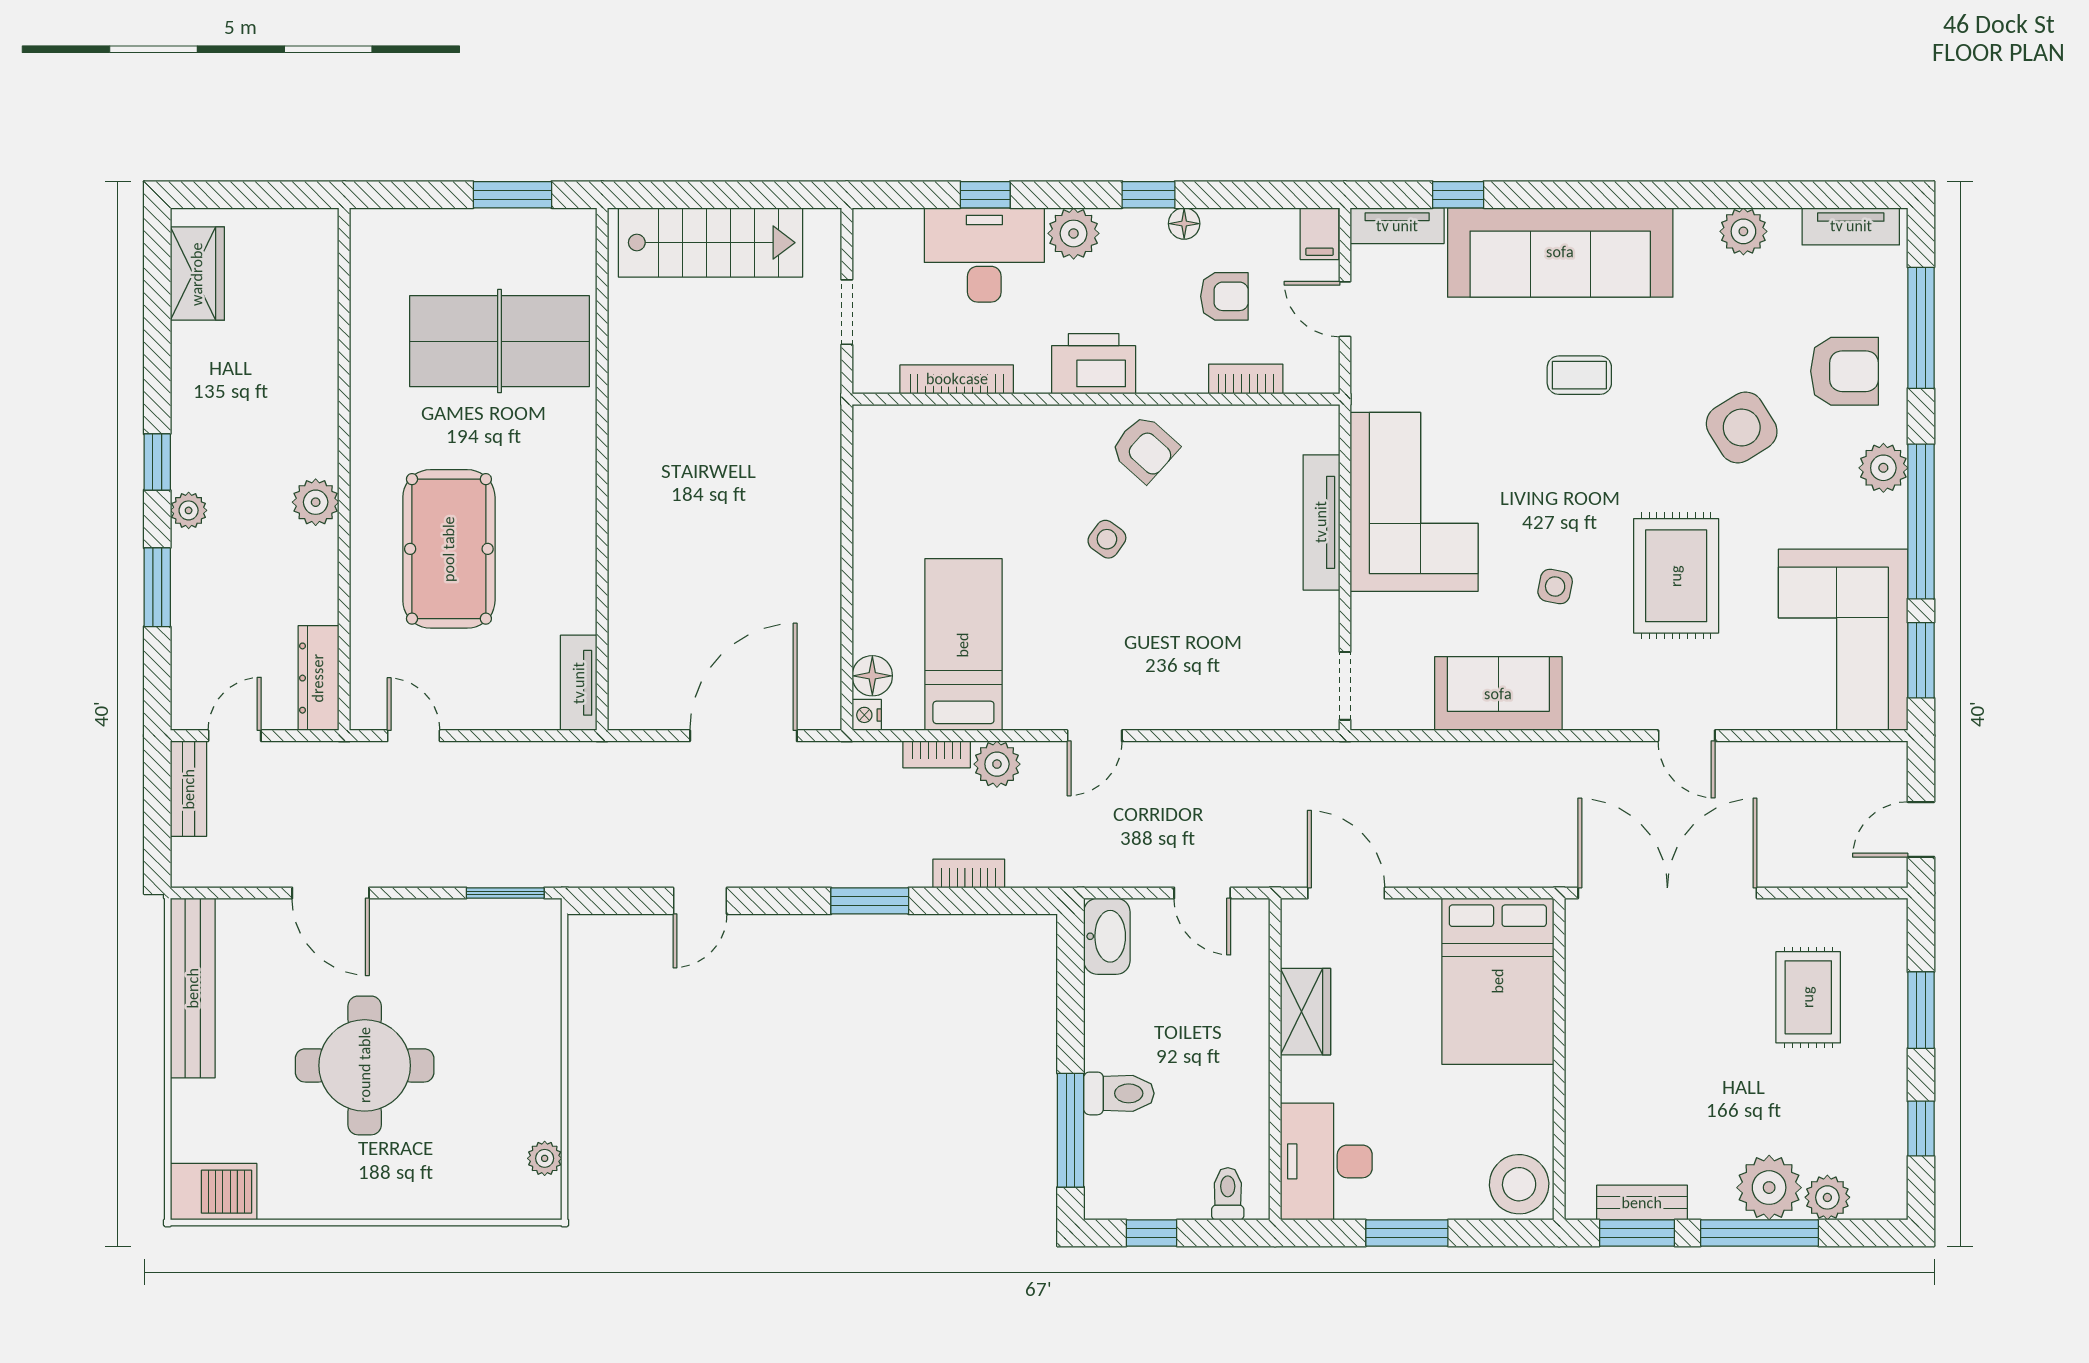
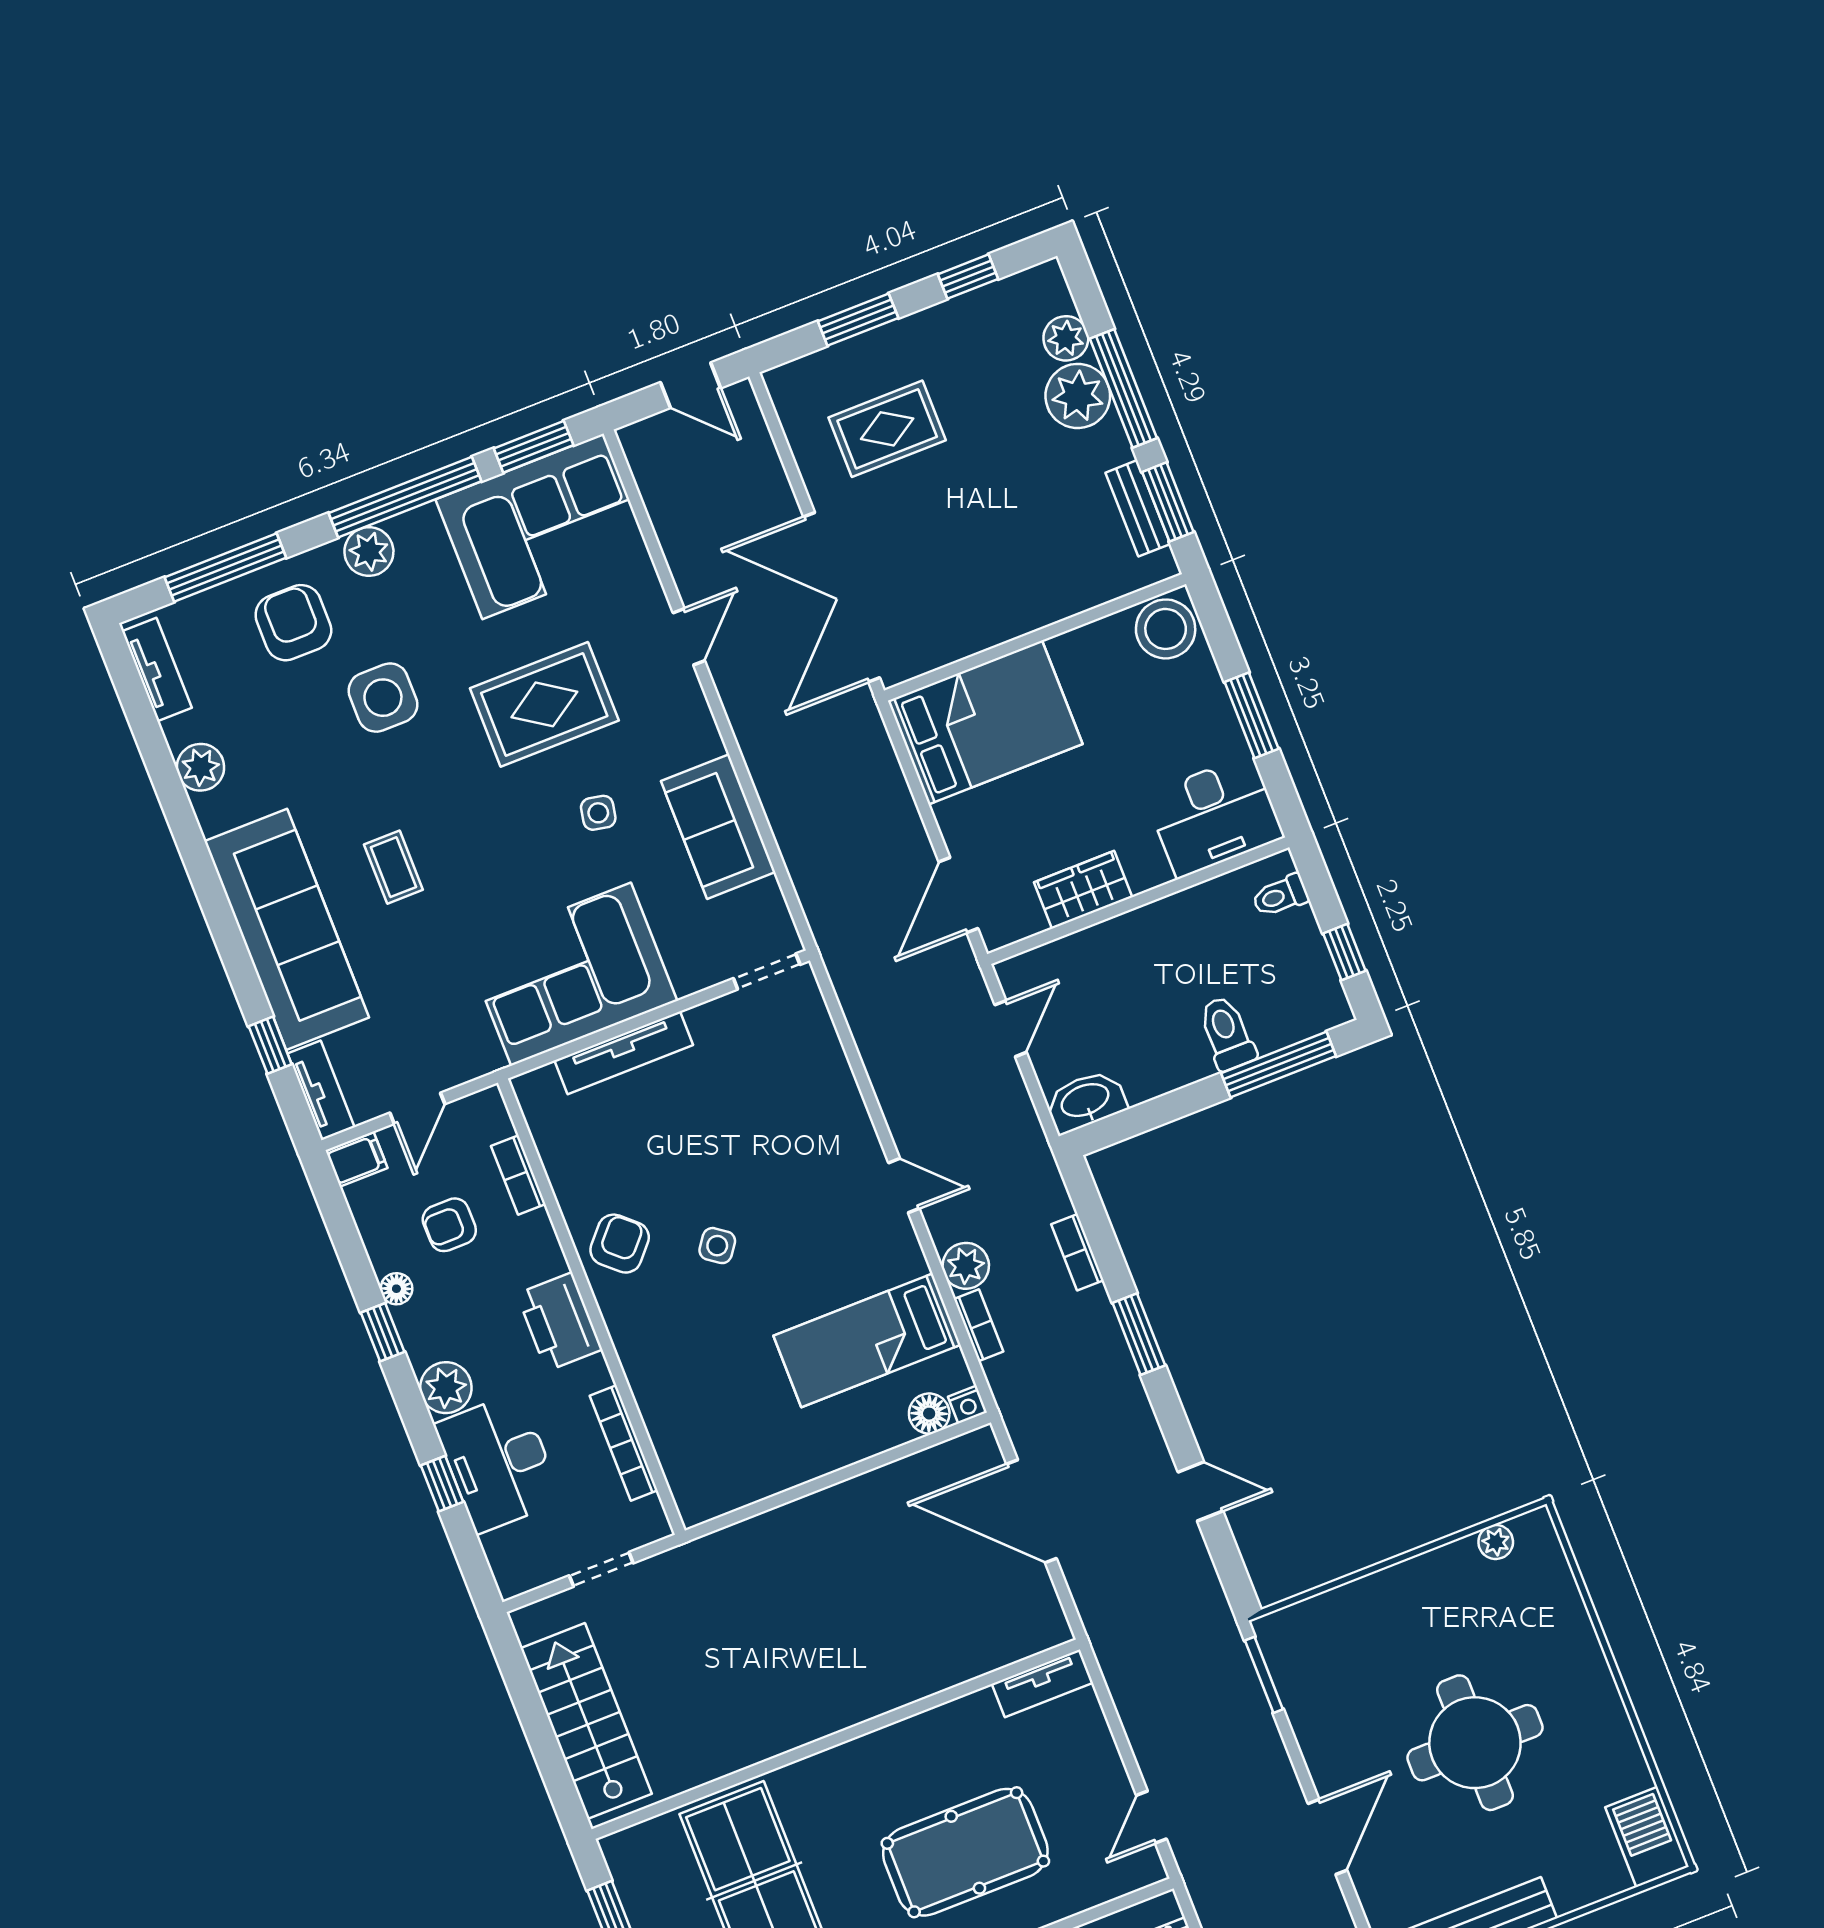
armchair: (1224, 296) -> (449, 1225), turned -90
side table: (1742, 427) -> (383, 698), turned 32

